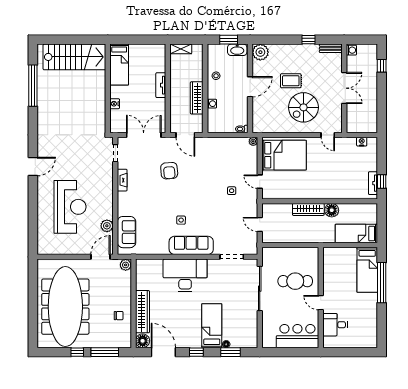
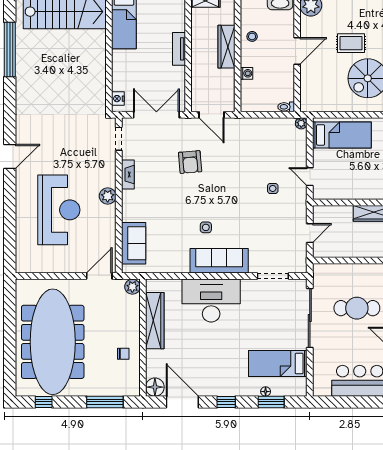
wardrobe: (197, 98) -> (227, 47), moved
nightstand: (115, 104) -> (118, 99), moved
bed: (284, 155) -> (342, 135), width x0.67
door: (260, 224) -> (310, 233), swing flipped
plant: (107, 226) -> (108, 196), moved
wardrobe: (142, 312) -> (155, 321), moved
bed: (212, 326) -> (278, 364), moved, turned -90
window: (77, 352) -> (44, 402), moved

